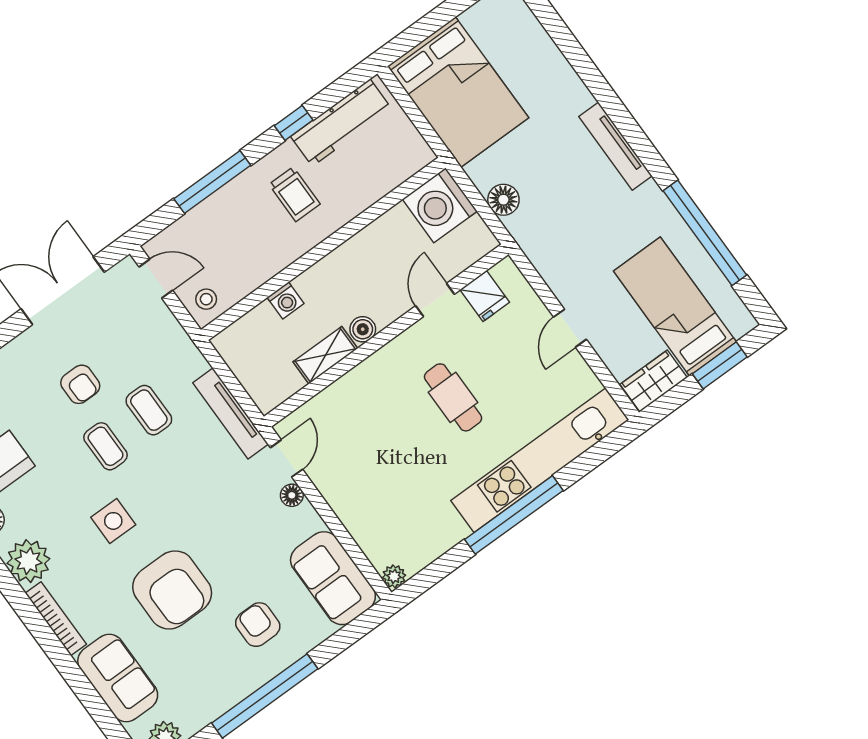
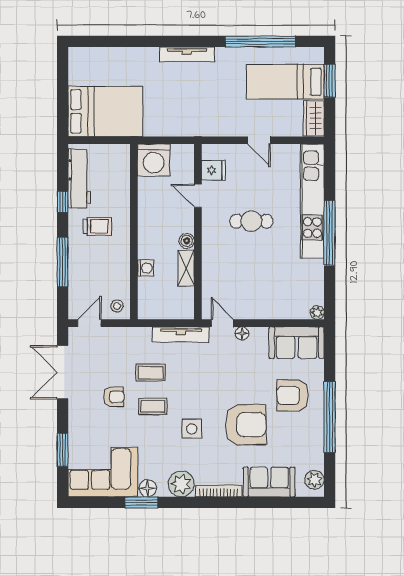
floor lamp: (503, 200) -> (173, 127), removed
armchair: (258, 625) -> (293, 395), width x1.38, depth x1.38

